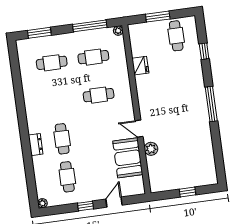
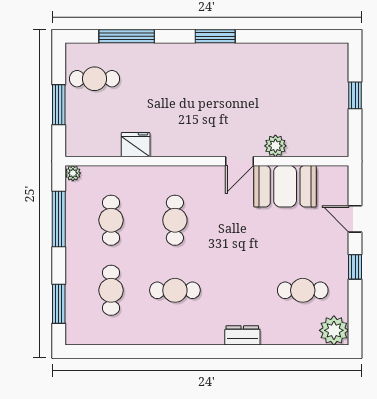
window: (204, 51) -> (127, 36), width x2.17
window: (211, 104) -> (215, 36), width x0.69
cafe table: (62, 139) -> (175, 290), moved
plant: (42, 203) -> (334, 330), width x1.88, depth x1.88

